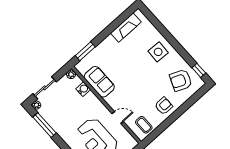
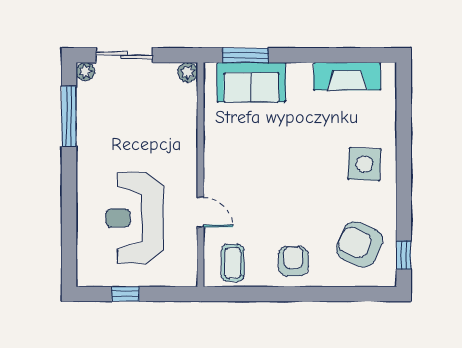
sofa: (99, 82) -> (251, 82), moved, turned 90
water cooler: (83, 89) -> (186, 115), removed
armchair: (164, 106) -> (293, 261), turned -90

